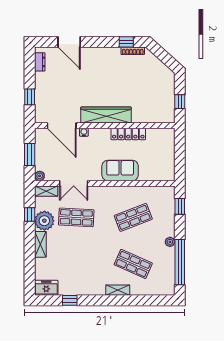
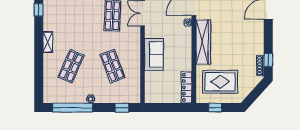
rug: (151, 96) -> (220, 82), added
locker: (128, 134) -> (187, 87), moved
shelving: (118, 290) -> (48, 42), moved

